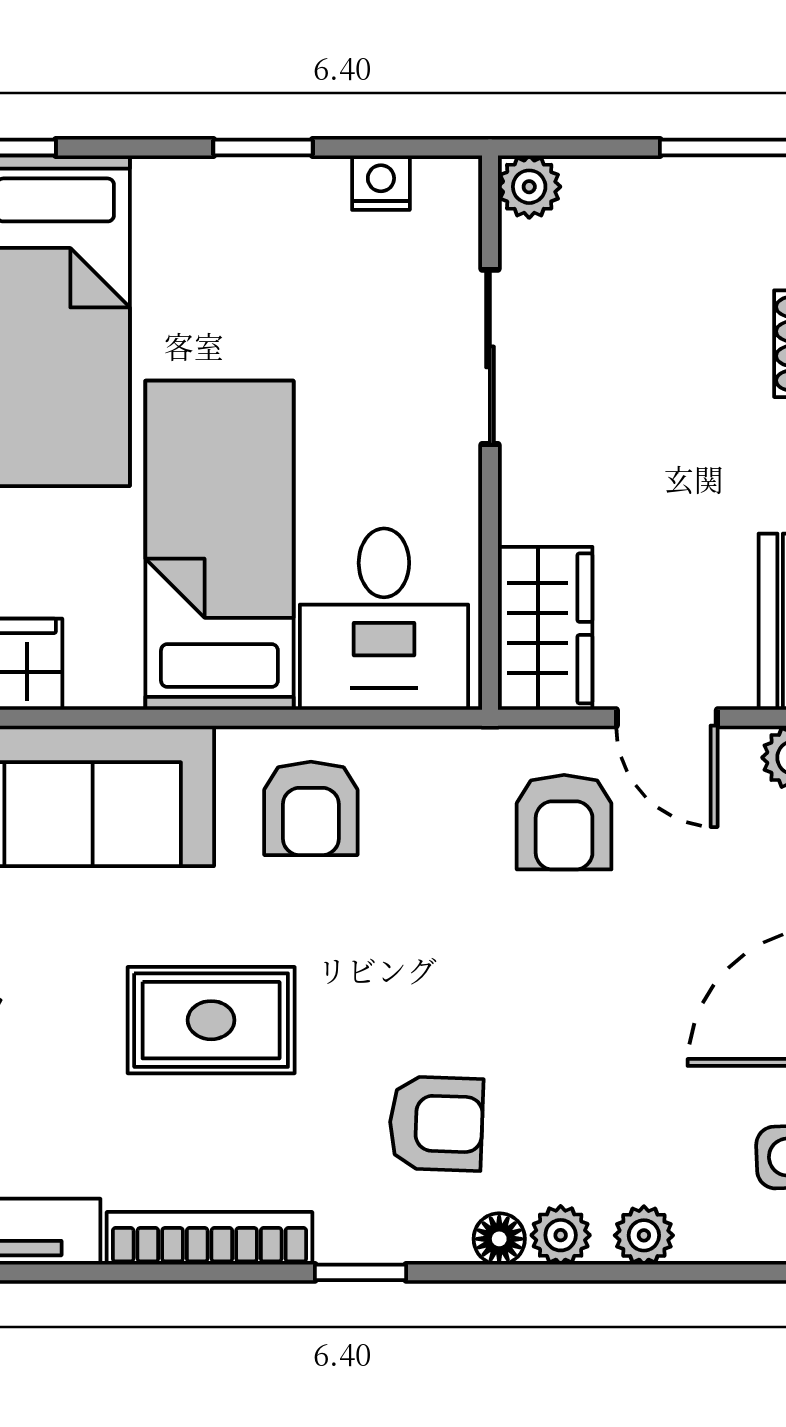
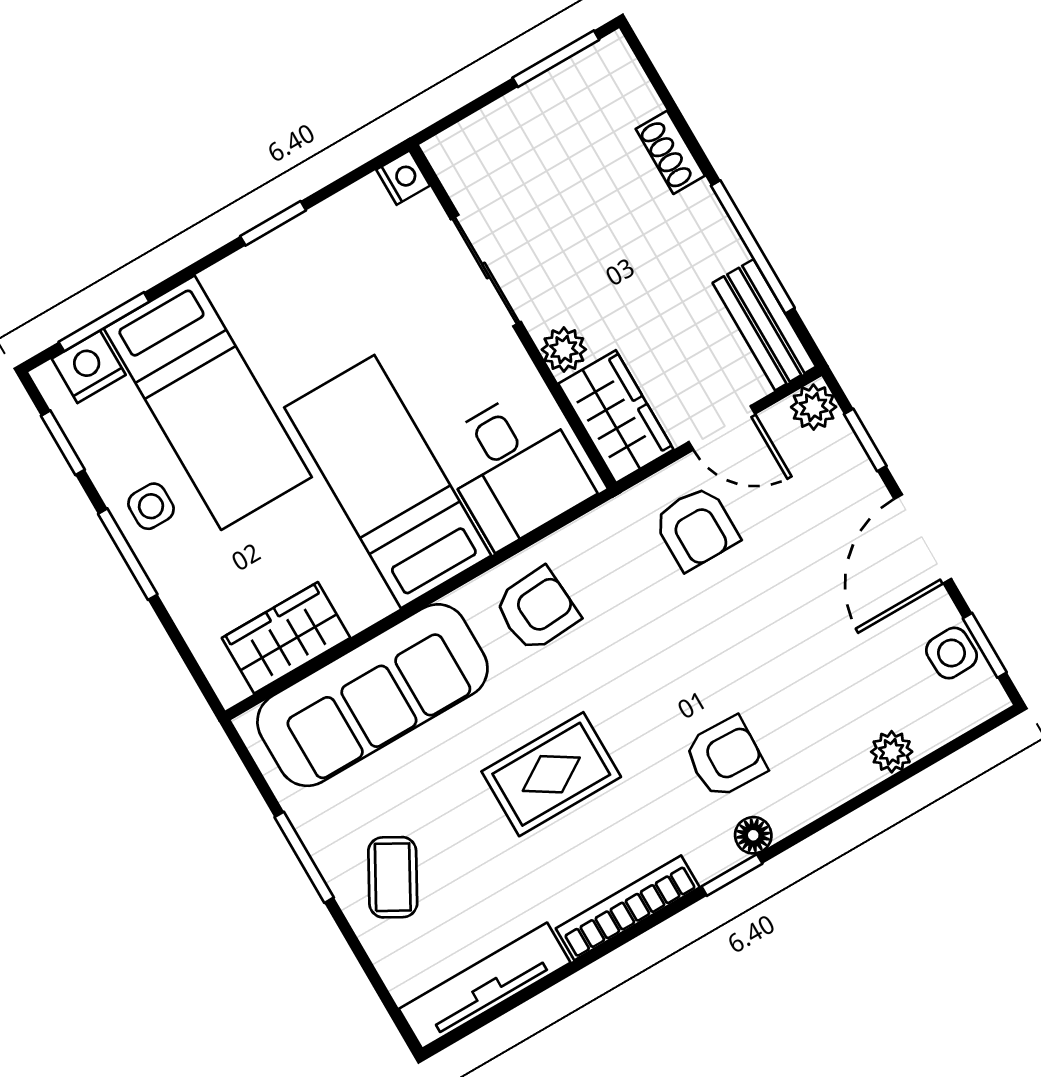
nightstand: (381, 183) -> (403, 178), moved, turned 90
plant: (529, 187) -> (564, 350), moved
armchair: (311, 808) -> (537, 610), turned -94
plant: (561, 1235) -> (841, 781), removed
floor lamp: (499, 1239) -> (753, 835), moved

